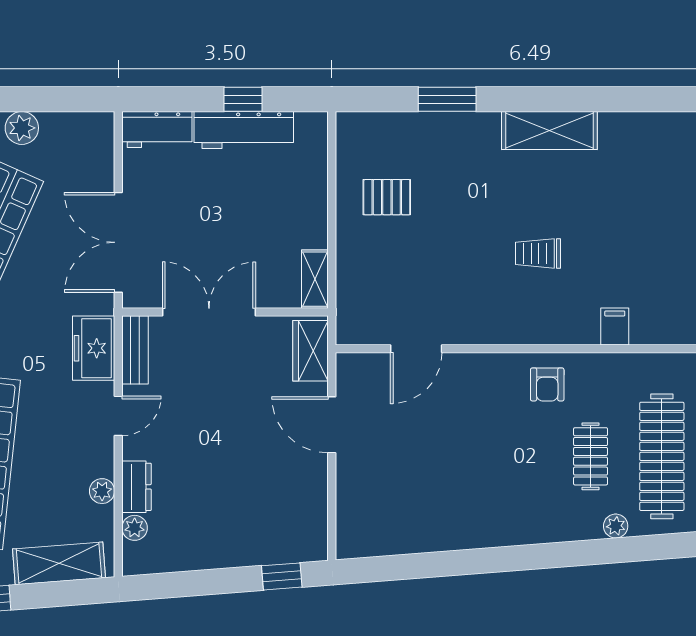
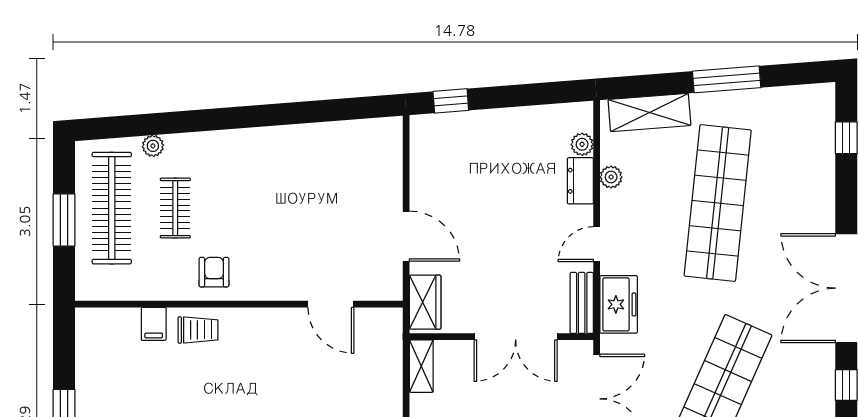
trolley: (538, 253) -> (198, 330), moved
door: (416, 349) -> (331, 304), swing flipped

